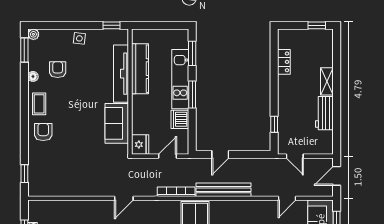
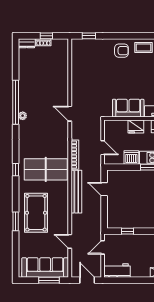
workbench: (324, 113) -> (117, 271), moved
fridge: (140, 145) -> (136, 126), moved

